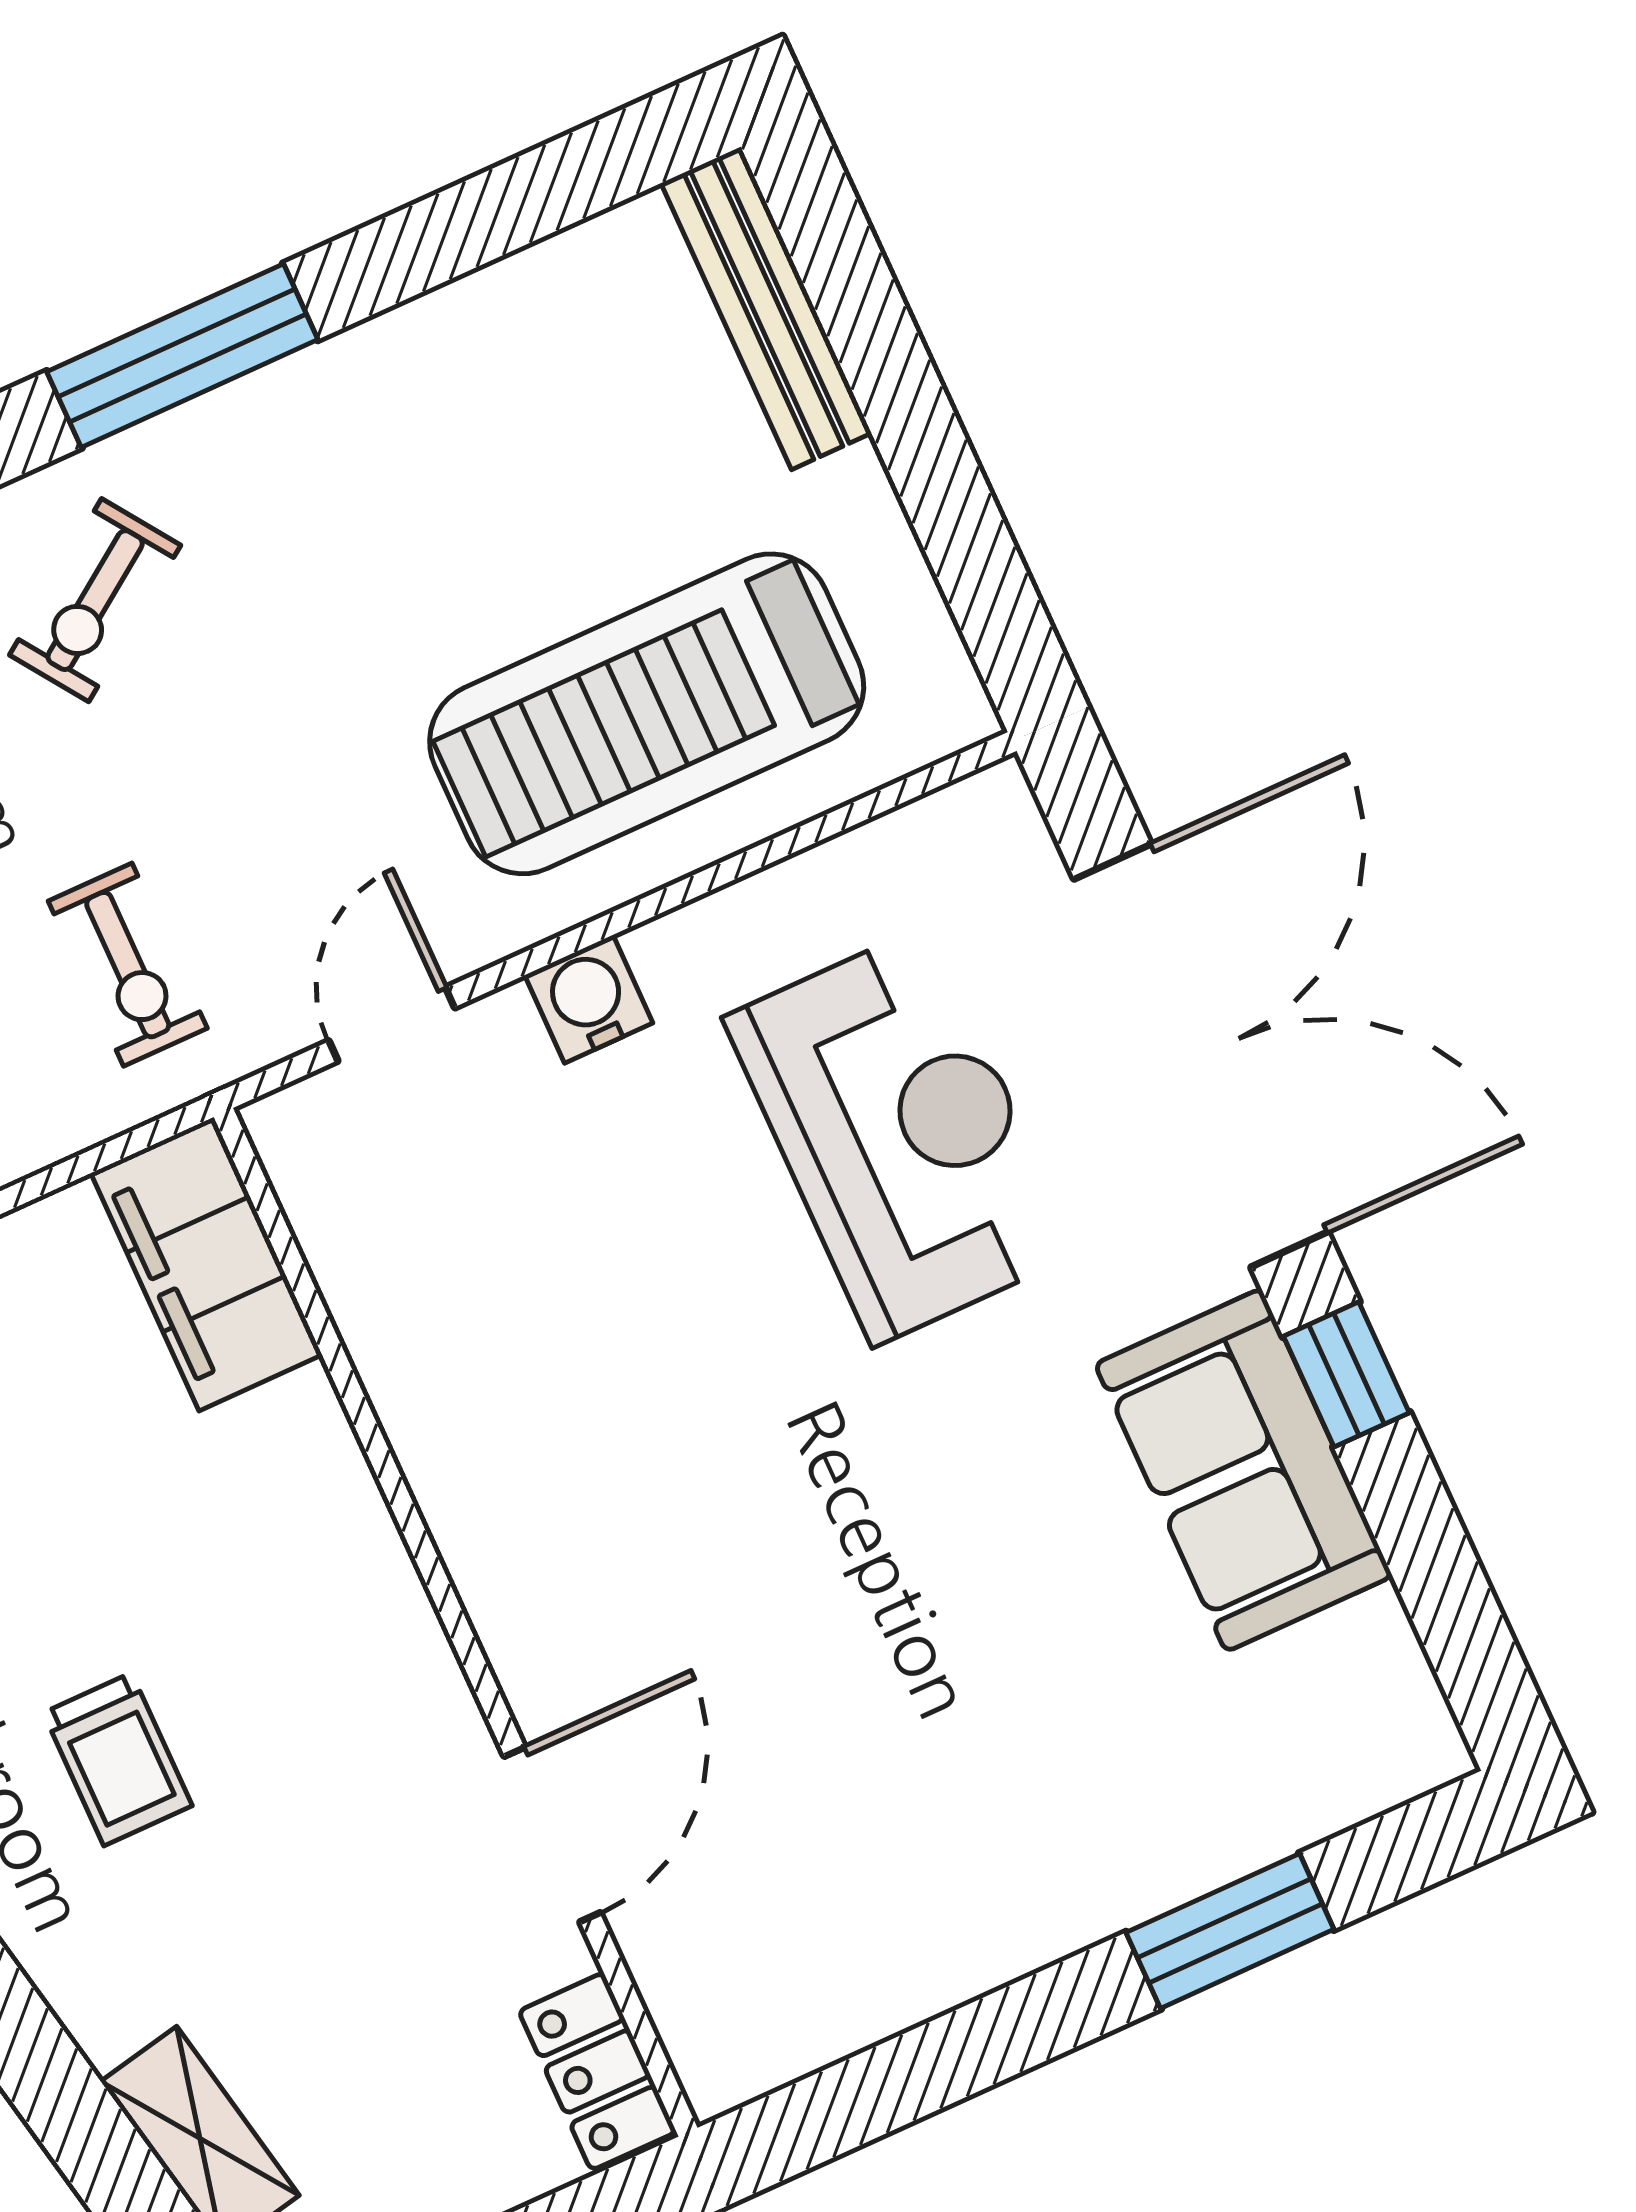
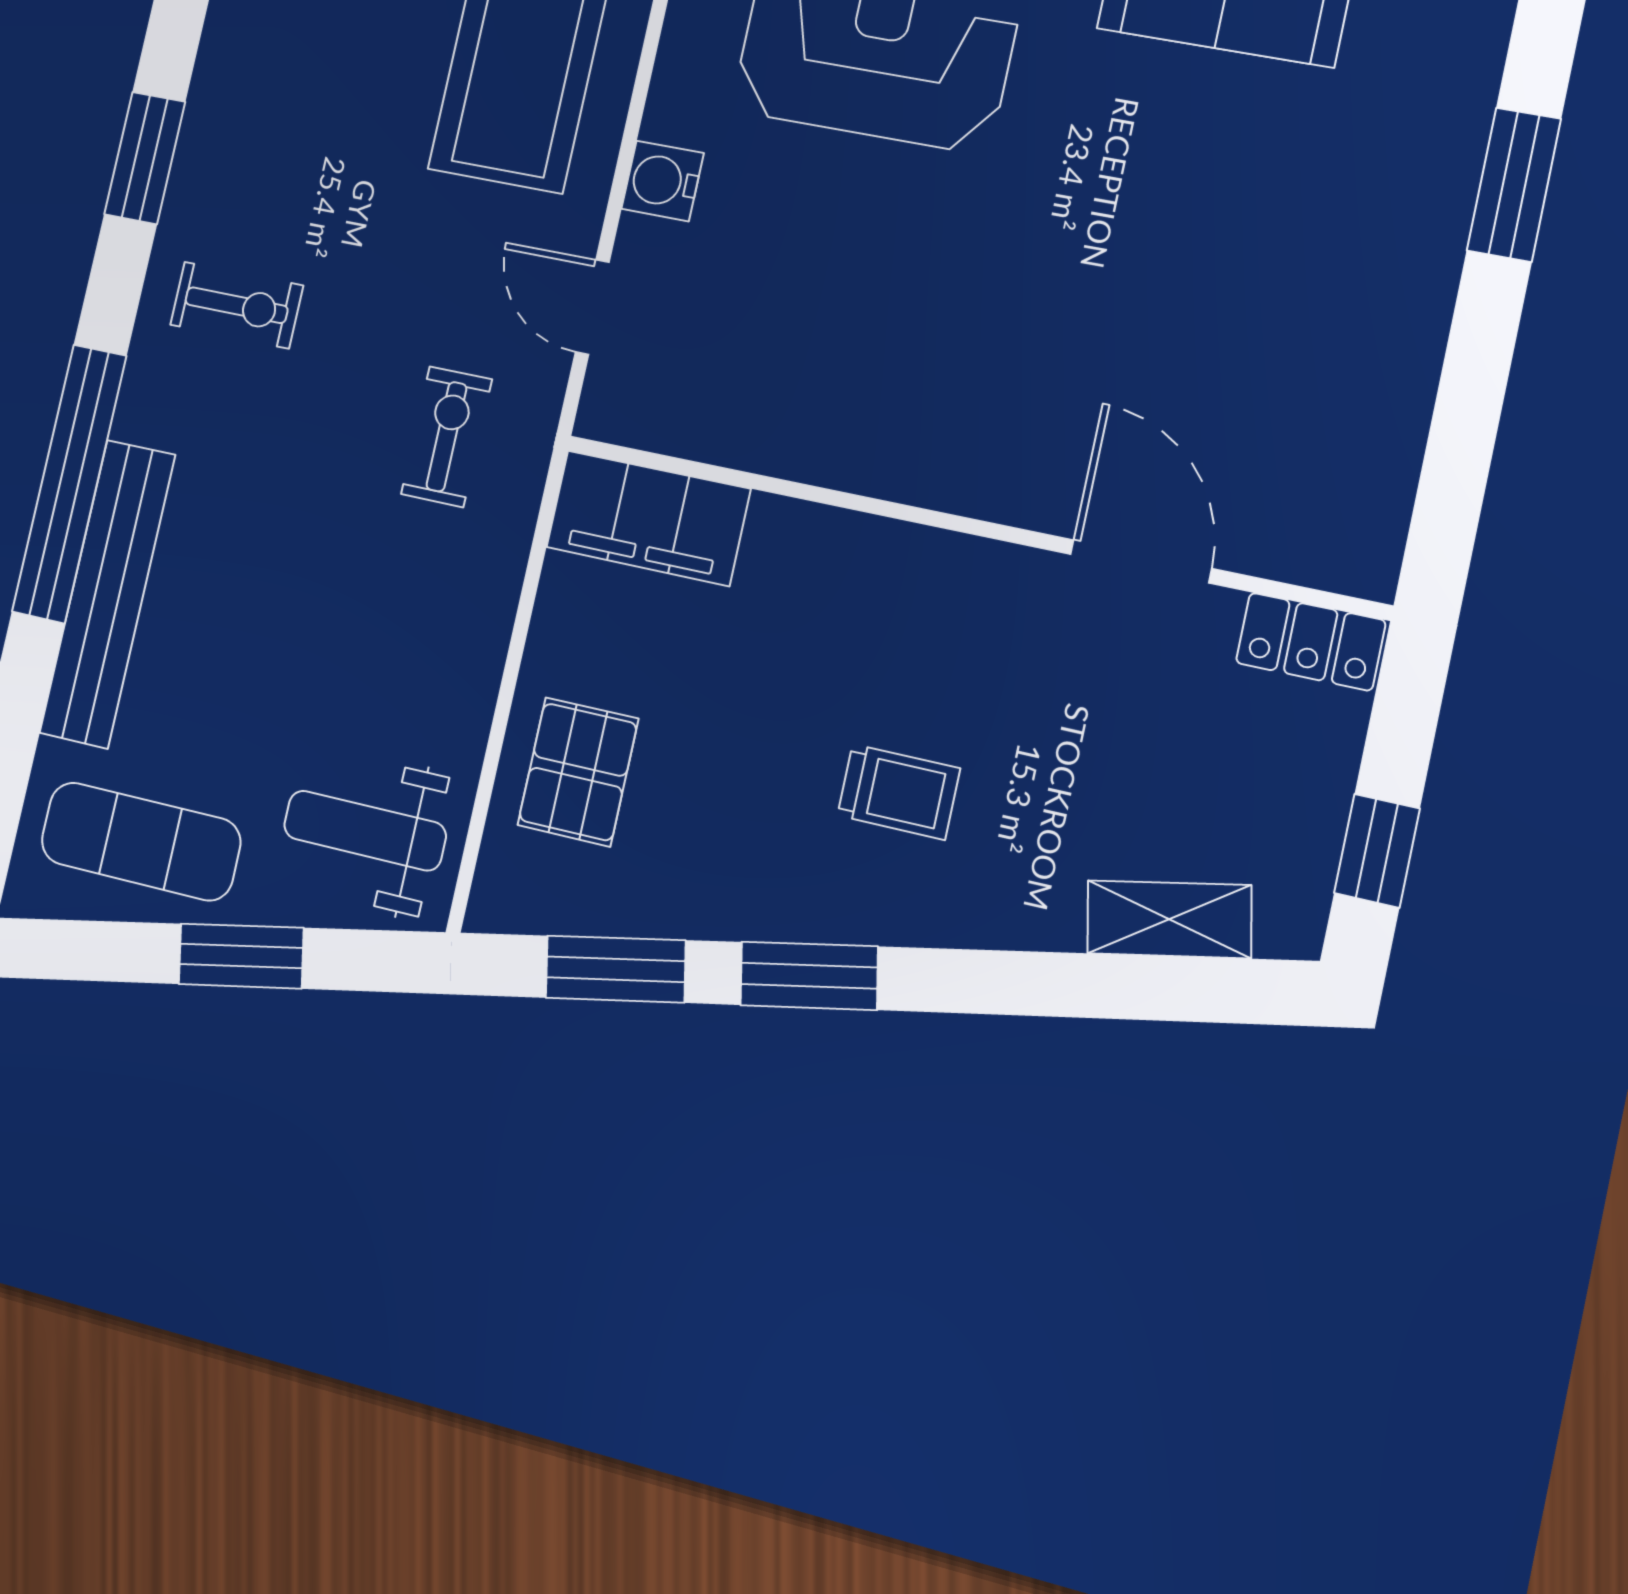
window: (182, 356) -> (145, 158), width x0.69
exercise bike: (95, 600) -> (237, 305), turned -55
exercise bike: (128, 965) -> (446, 437), turned -90

